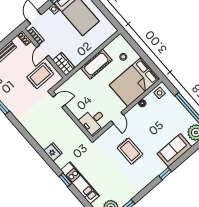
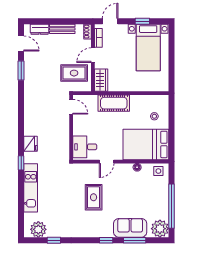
cot: (96, 64) -> (114, 103), moved
window: (185, 156) -> (135, 240), added
window: (65, 180) -> (21, 163), moved

